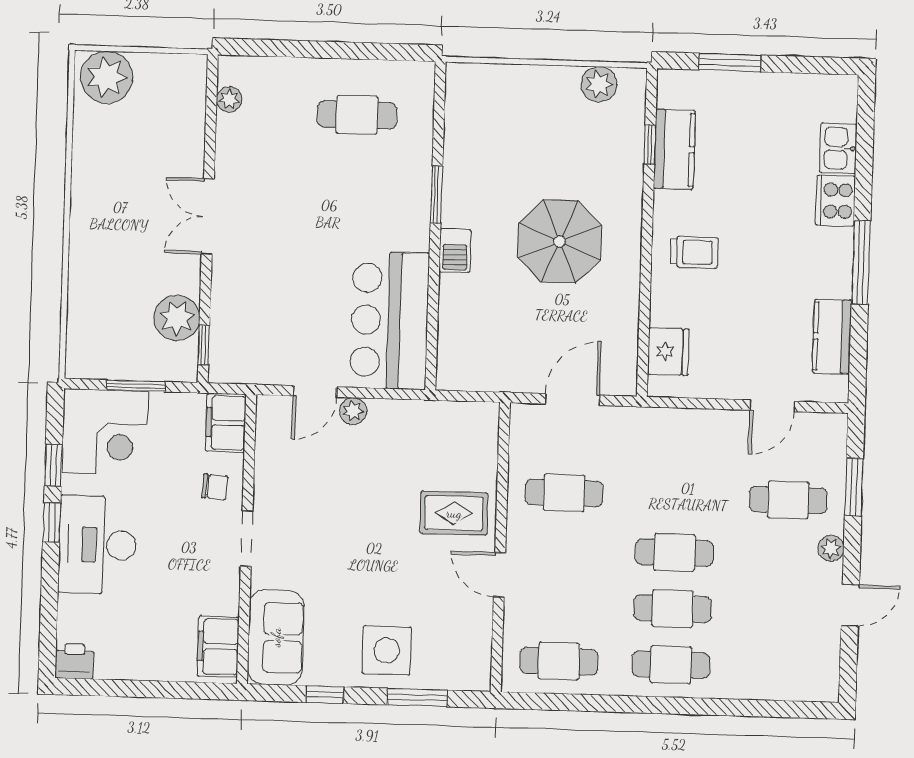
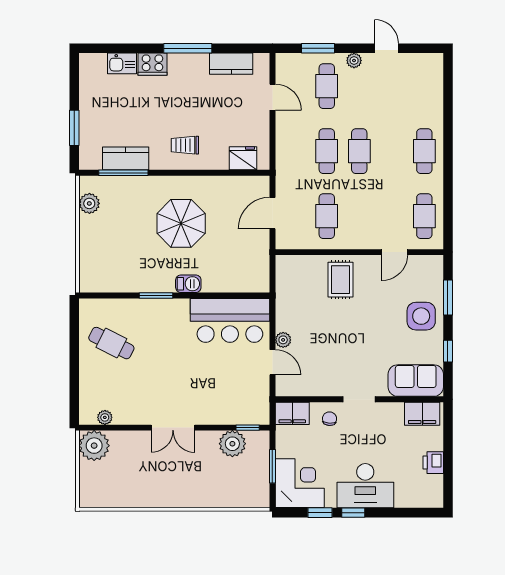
plant: (107, 77) -> (94, 446), moved
cafe table: (357, 115) -> (111, 343), turned -63
window: (650, 145) -> (123, 173), width x2.17
trolley: (694, 252) -> (185, 145), turned -90
door: (572, 400) -> (272, 213), hinge flipped
door: (499, 575) -> (395, 252), moved
cafe table: (673, 609) -> (327, 151), moved
printer: (74, 661) -> (433, 463), moved

